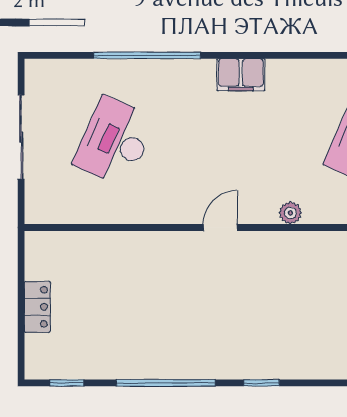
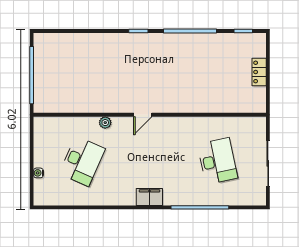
desk: (115, 141) -> (217, 161), turned -36
plant: (290, 213) -> (105, 123), moved
door: (220, 227) -> (143, 115), moved

